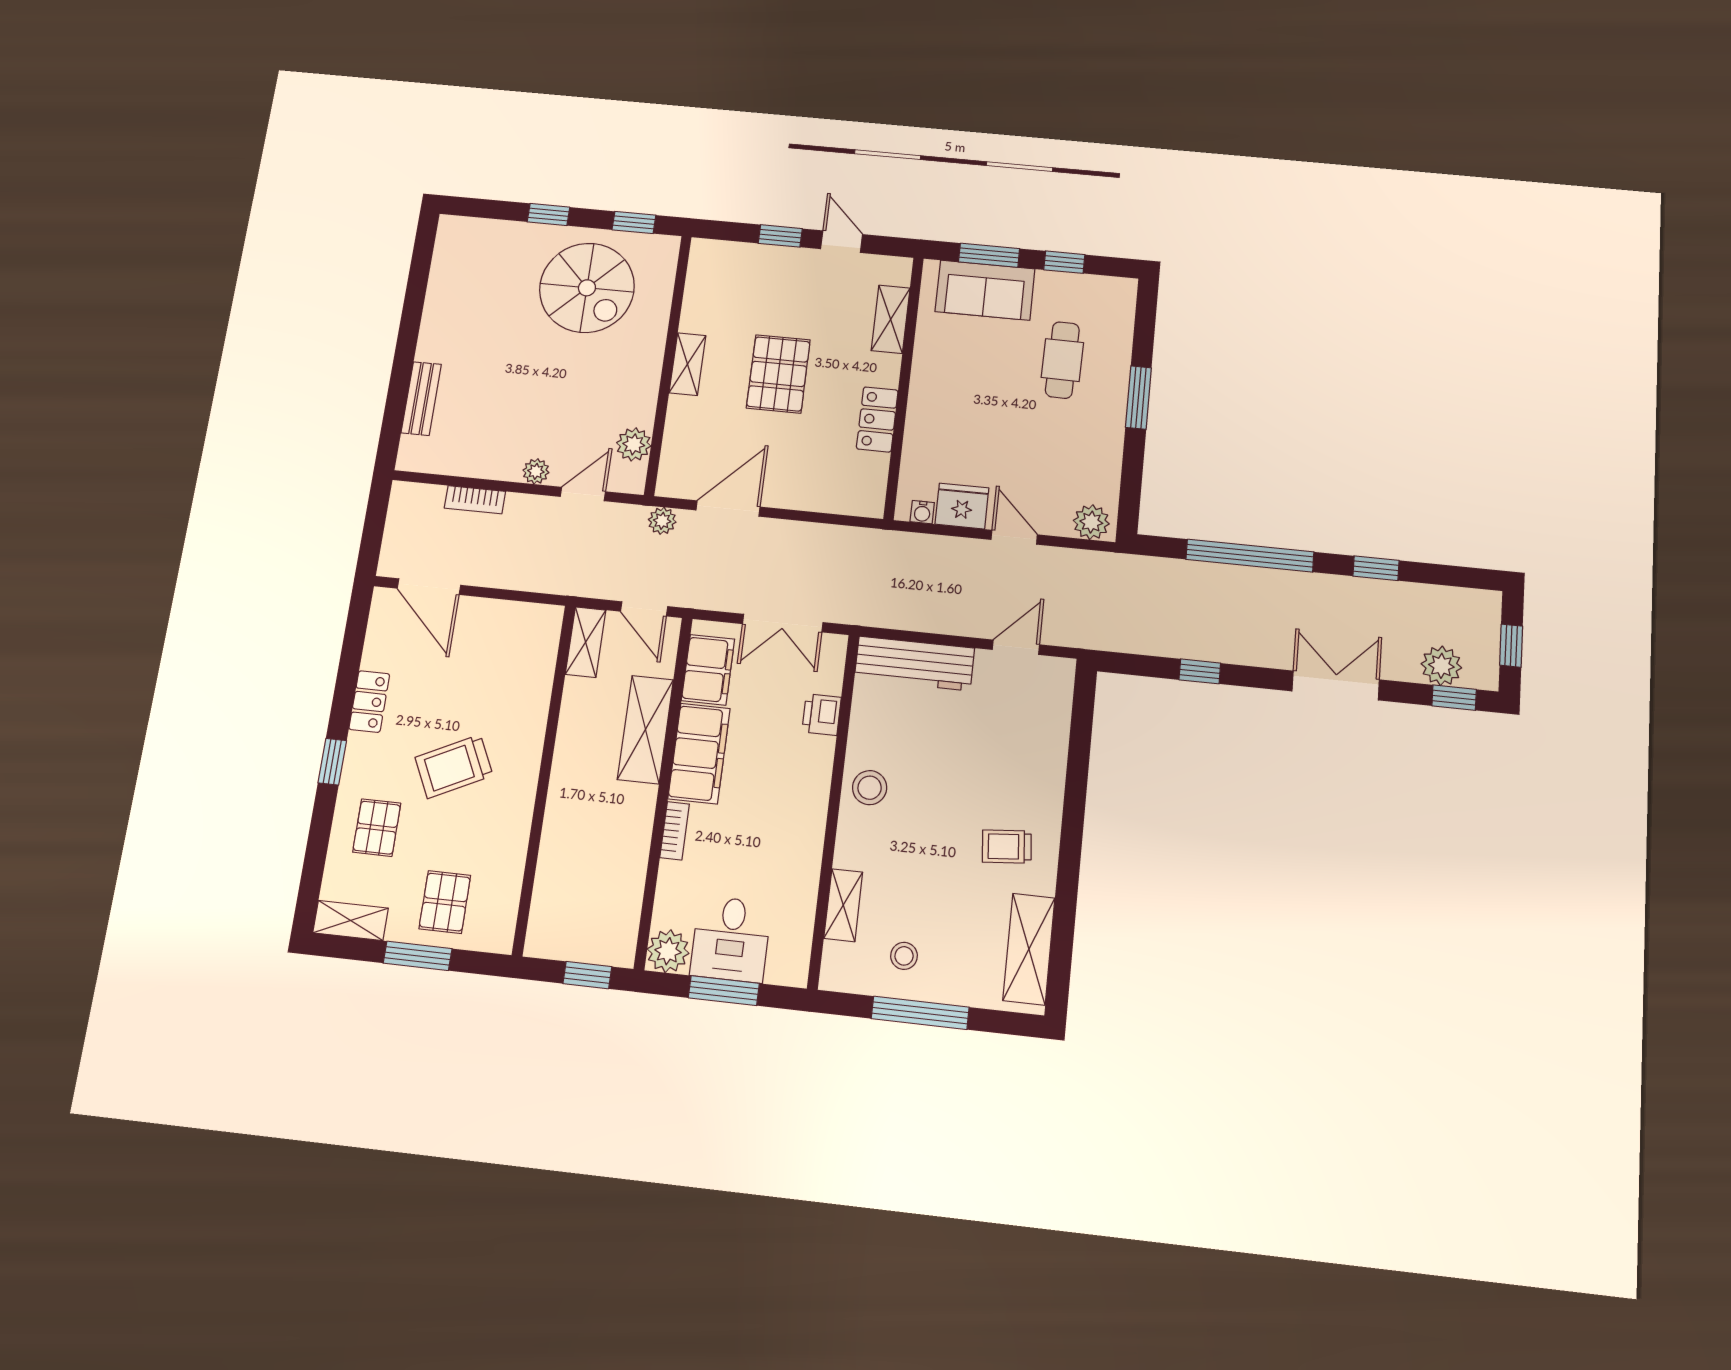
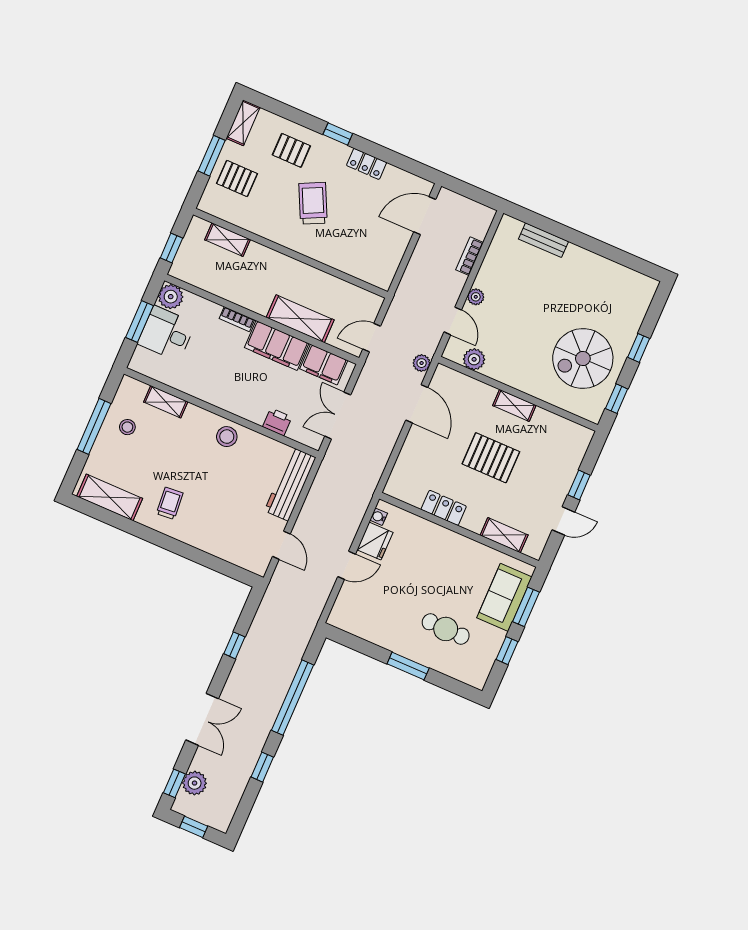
plant: (1091, 522) -> (341, 613), removed
shelving: (586, 642) -> (227, 240), moved

